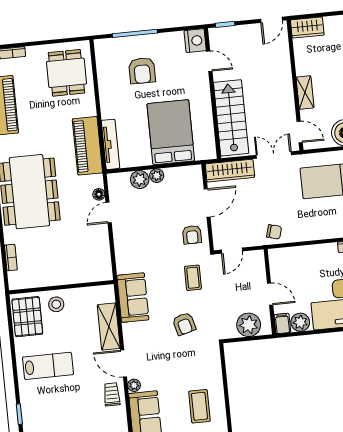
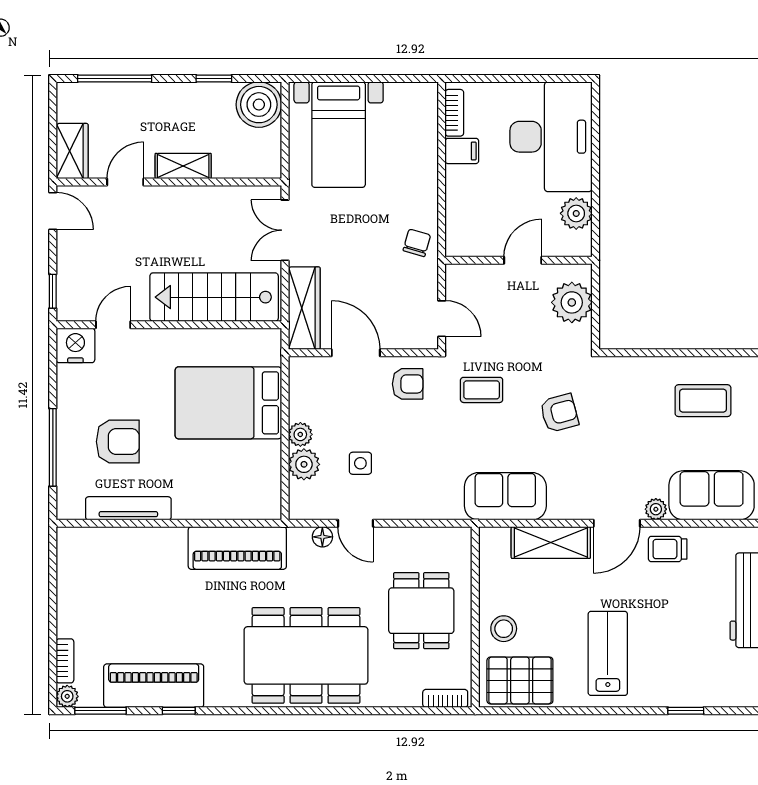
dining table: (66, 73) -> (421, 611), moved, turned 90
door: (300, 132) -> (125, 182), moved
tv unit: (110, 144) -> (128, 508), moved
side table: (144, 212) -> (360, 463), added
bookcase: (11, 258) -> (445, 698), moved
filing cabinet: (282, 323) -> (462, 151), moved, turned 180

